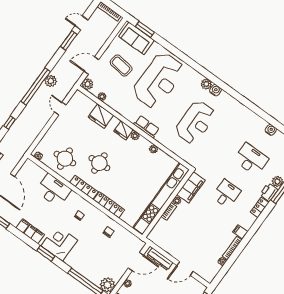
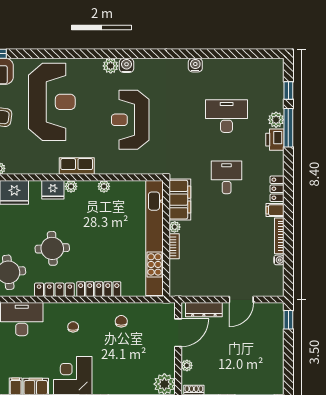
reception desk: (195, 122) -> (130, 120), turned 180
water cooler: (271, 130) -> (195, 65), moved
locker: (260, 207) -> (277, 189), moved

